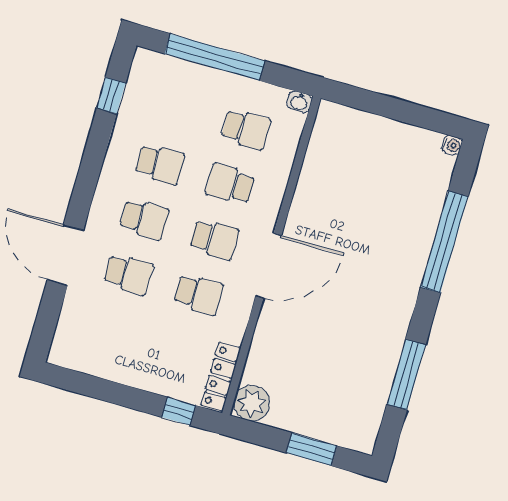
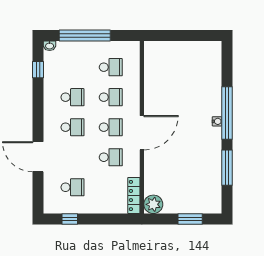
washbasin: (299, 102) -> (50, 46), moved
water cooler: (452, 145) -> (217, 121), moved
school desk: (230, 184) -> (111, 97), turned 180
window: (444, 242) -> (227, 113), moved
school desk: (128, 274) -> (73, 187), moved
window: (179, 411) -> (70, 219), moved

